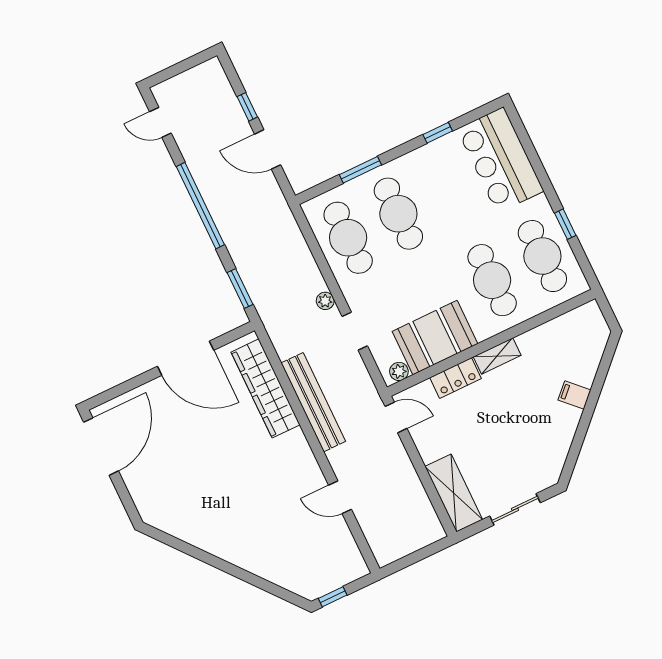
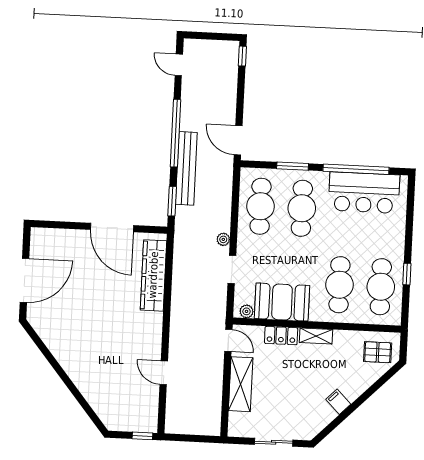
window: (247, 107) -> (242, 56), moved
window: (438, 133) -> (356, 169), width x3.17
door: (268, 149) -> (238, 140), moved
bar counter: (500, 160) -> (364, 193), moved, turned -90
pallet: (581, 336) -> (378, 352), added
filing cabinet: (574, 395) -> (338, 402), moved
bench: (313, 402) -> (186, 168), moved
door: (101, 447) -> (24, 280), moved
shelving: (454, 493) -> (241, 384), moved
window: (333, 597) -> (142, 436), moved

